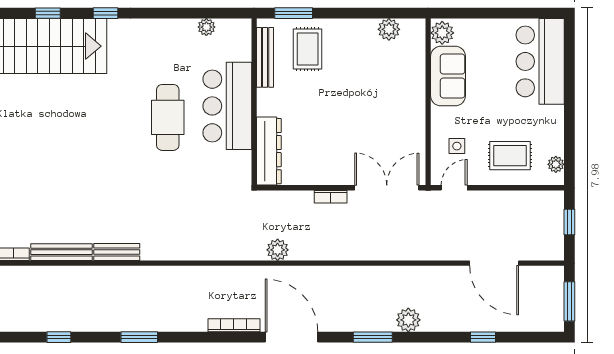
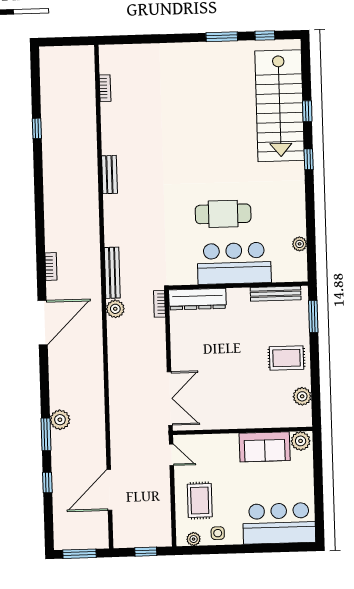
rug: (308, 49) -> (286, 358), moved
side table: (457, 146) -> (218, 533), moved
bookcase: (331, 197) -> (159, 304), moved
bench: (62, 252) -> (112, 273), moved
bookcase: (234, 325) -> (51, 266), width x0.64
window: (139, 337) -> (39, 196), removed
window: (373, 337) -> (46, 434), moved

